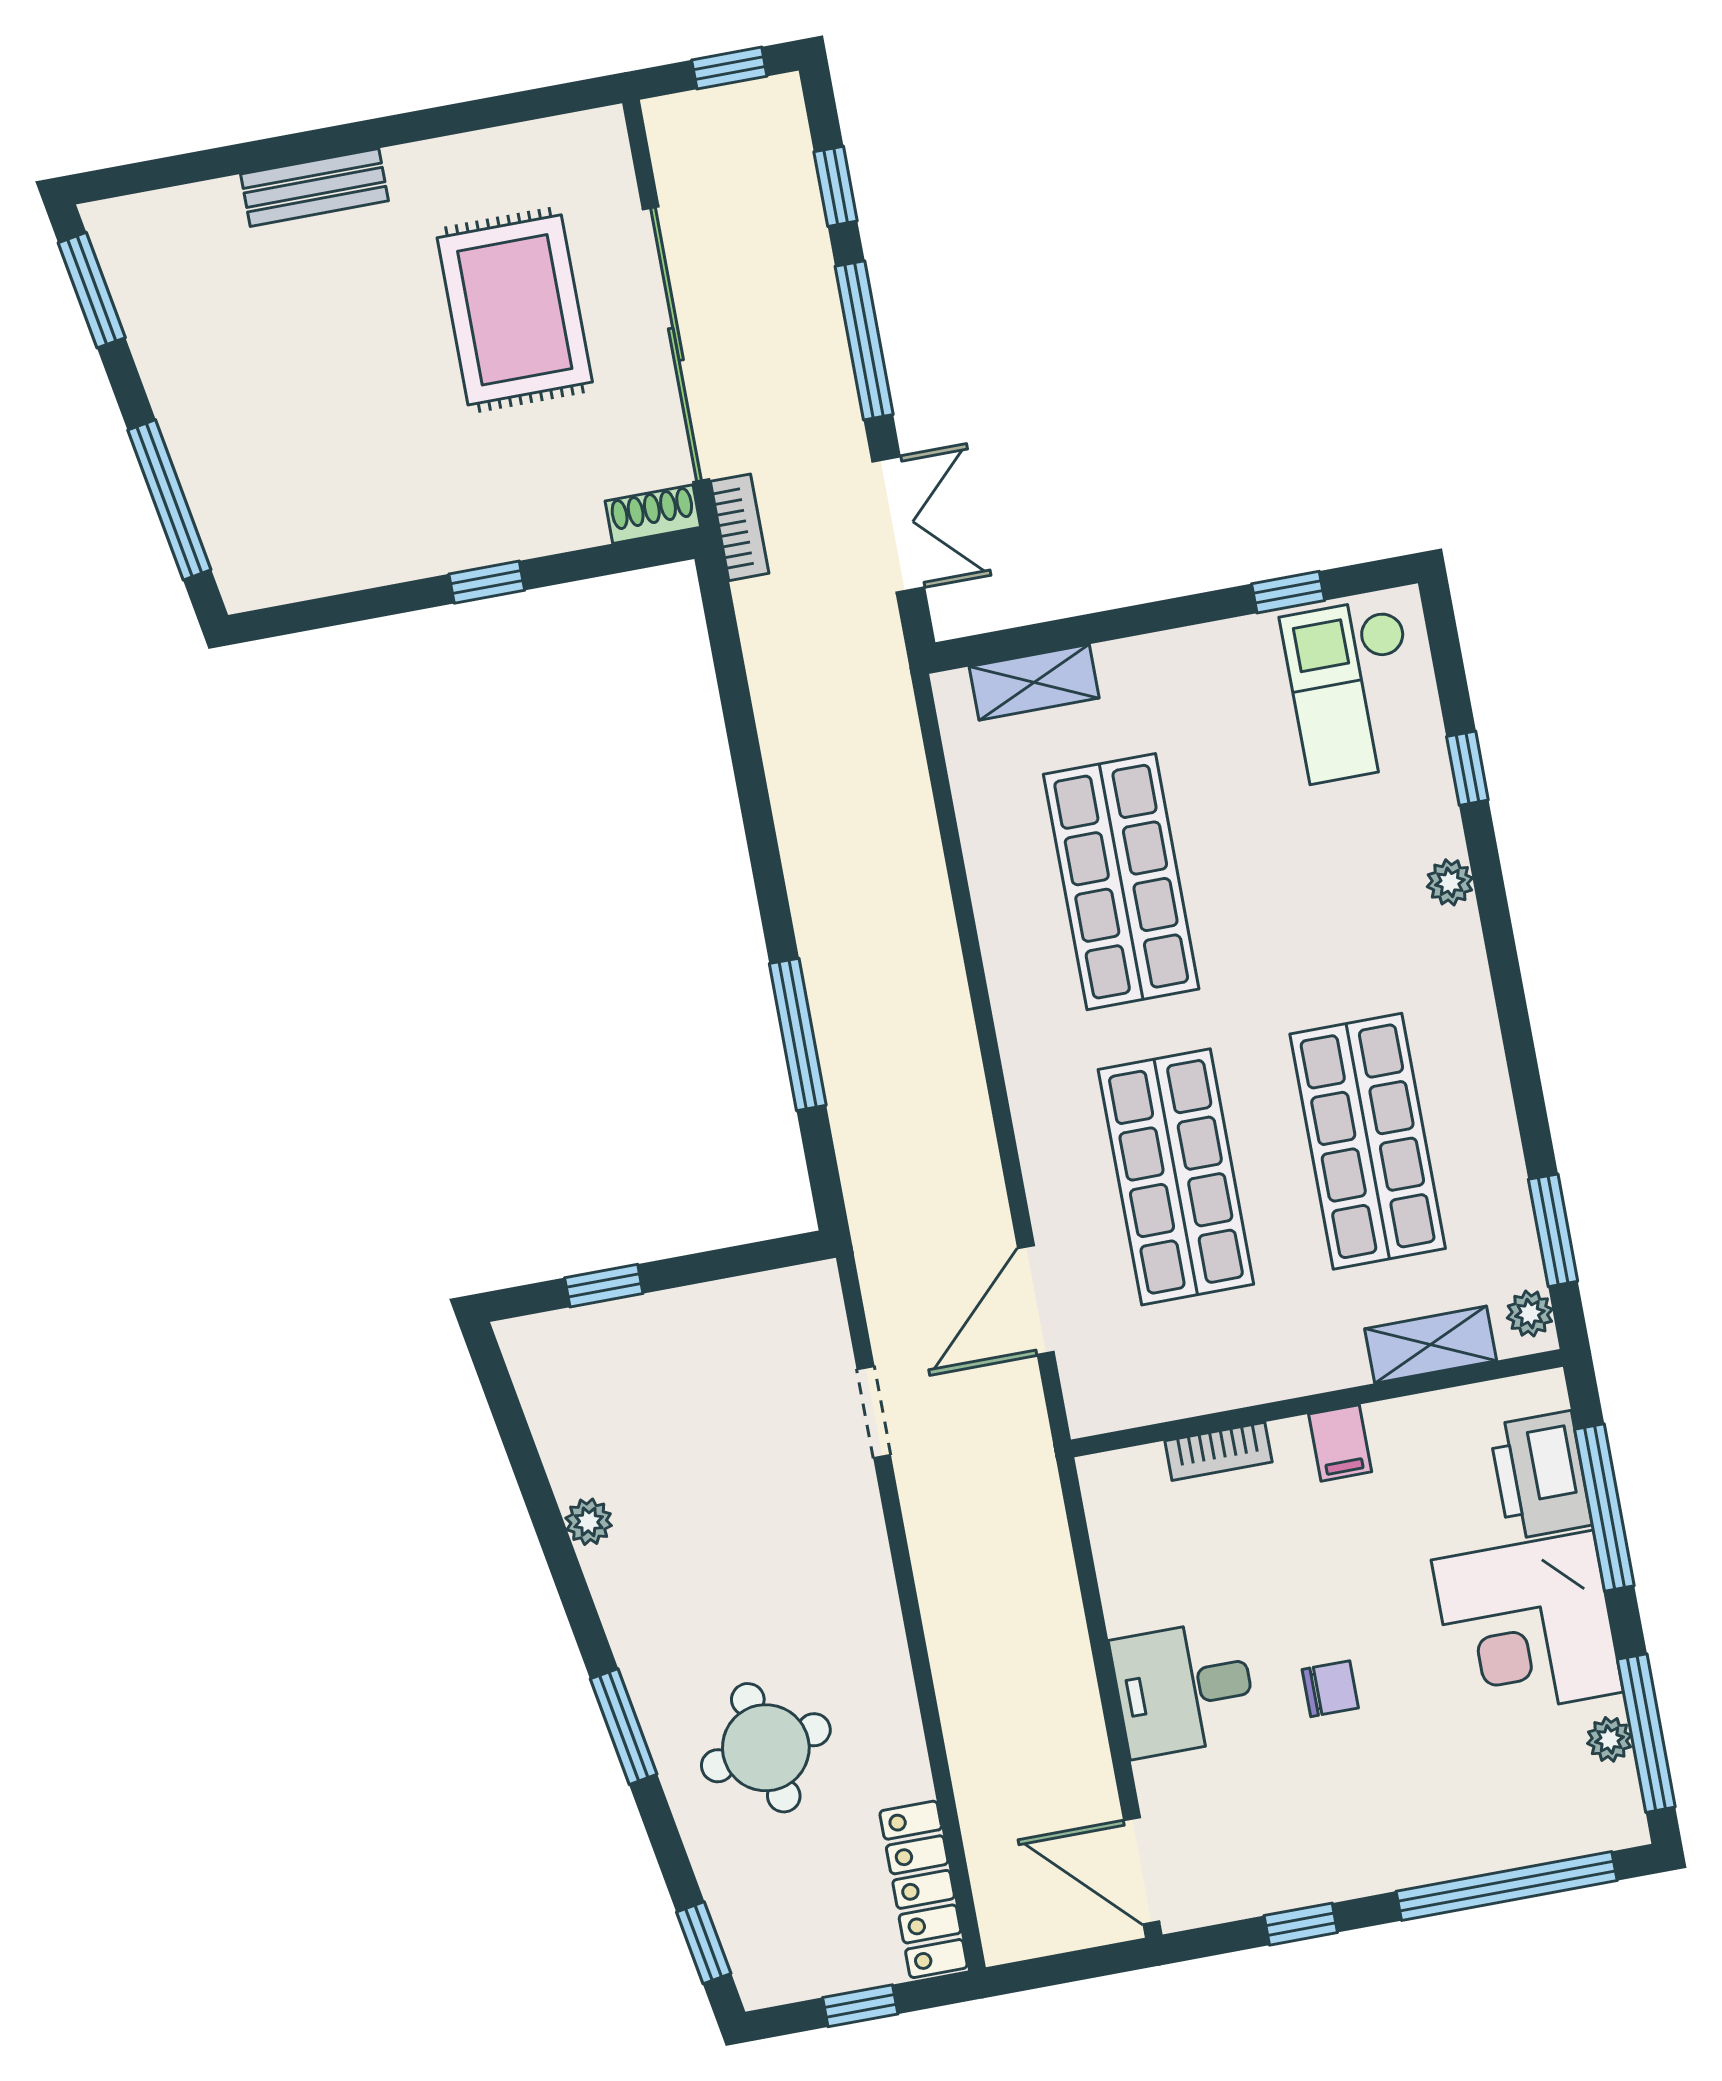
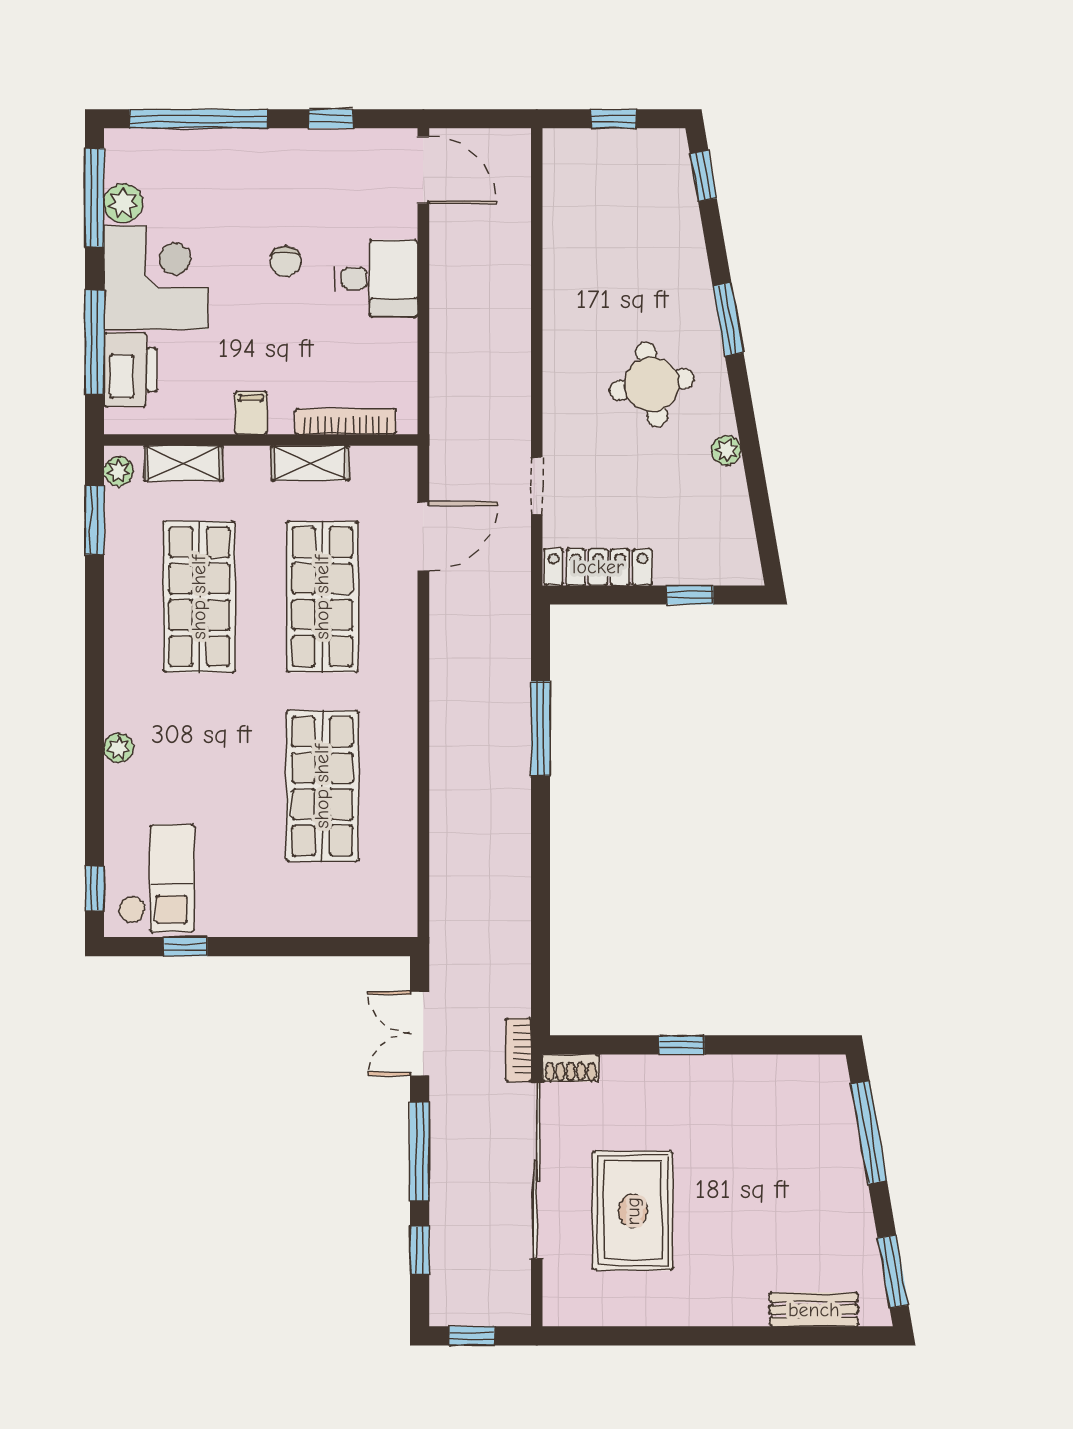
bench: (315, 187) -> (814, 1310), moved
shelving: (1034, 682) -> (310, 463), moved
window: (1467, 768) -> (95, 888), moved
bookcase: (1218, 1451) -> (346, 422), width x1.56
chair: (1330, 1689) -> (285, 261), turned -87
plant: (1609, 1739) -> (123, 203), width x1.38, depth x1.38
round table: (766, 1748) -> (652, 384), moved
locker: (924, 1889) -> (598, 567), moved, turned -90

